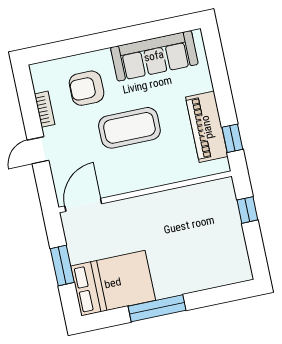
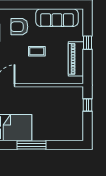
coffee table: (129, 128) -> (37, 51), width x0.54, depth x0.58
window: (232, 138) -> (87, 43), moved

